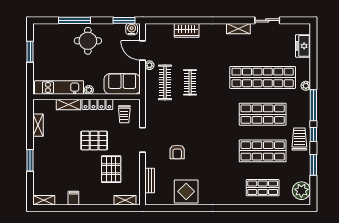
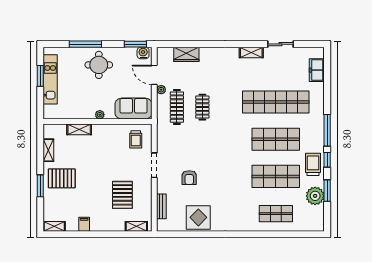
wardrobe: (187, 30) -> (186, 54), moved
plant: (306, 86) -> (319, 110), removed
kitchen unit: (59, 87) -> (50, 79), moved, turned 90
locker: (97, 104) -> (108, 129), removed
pallet: (94, 140) -> (62, 178), moved
plant: (301, 191) -> (315, 196), moved

